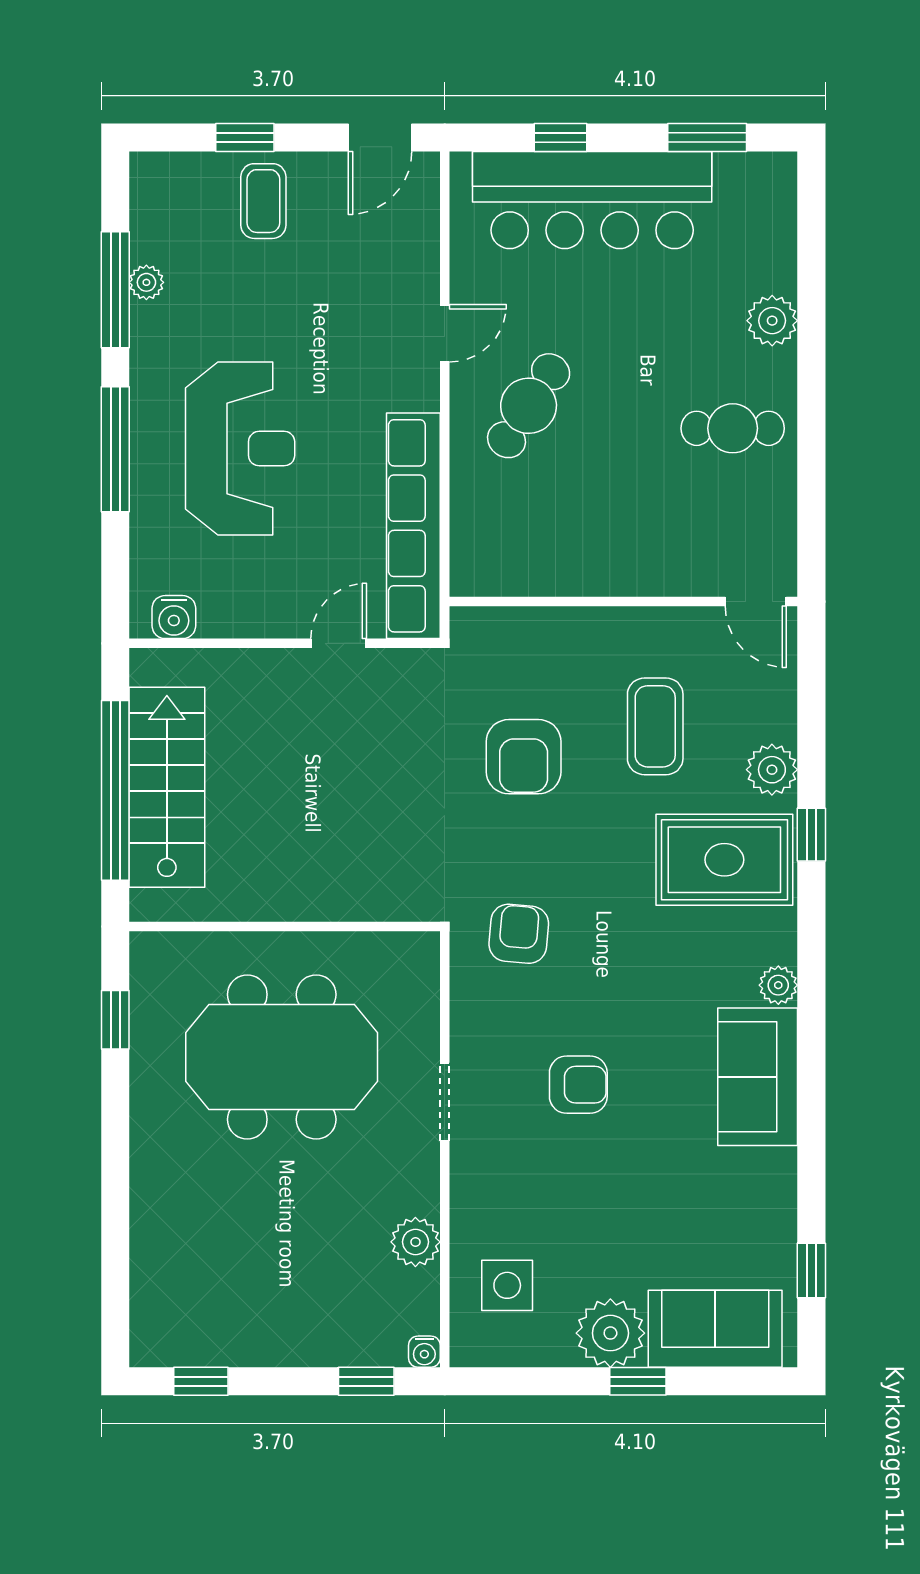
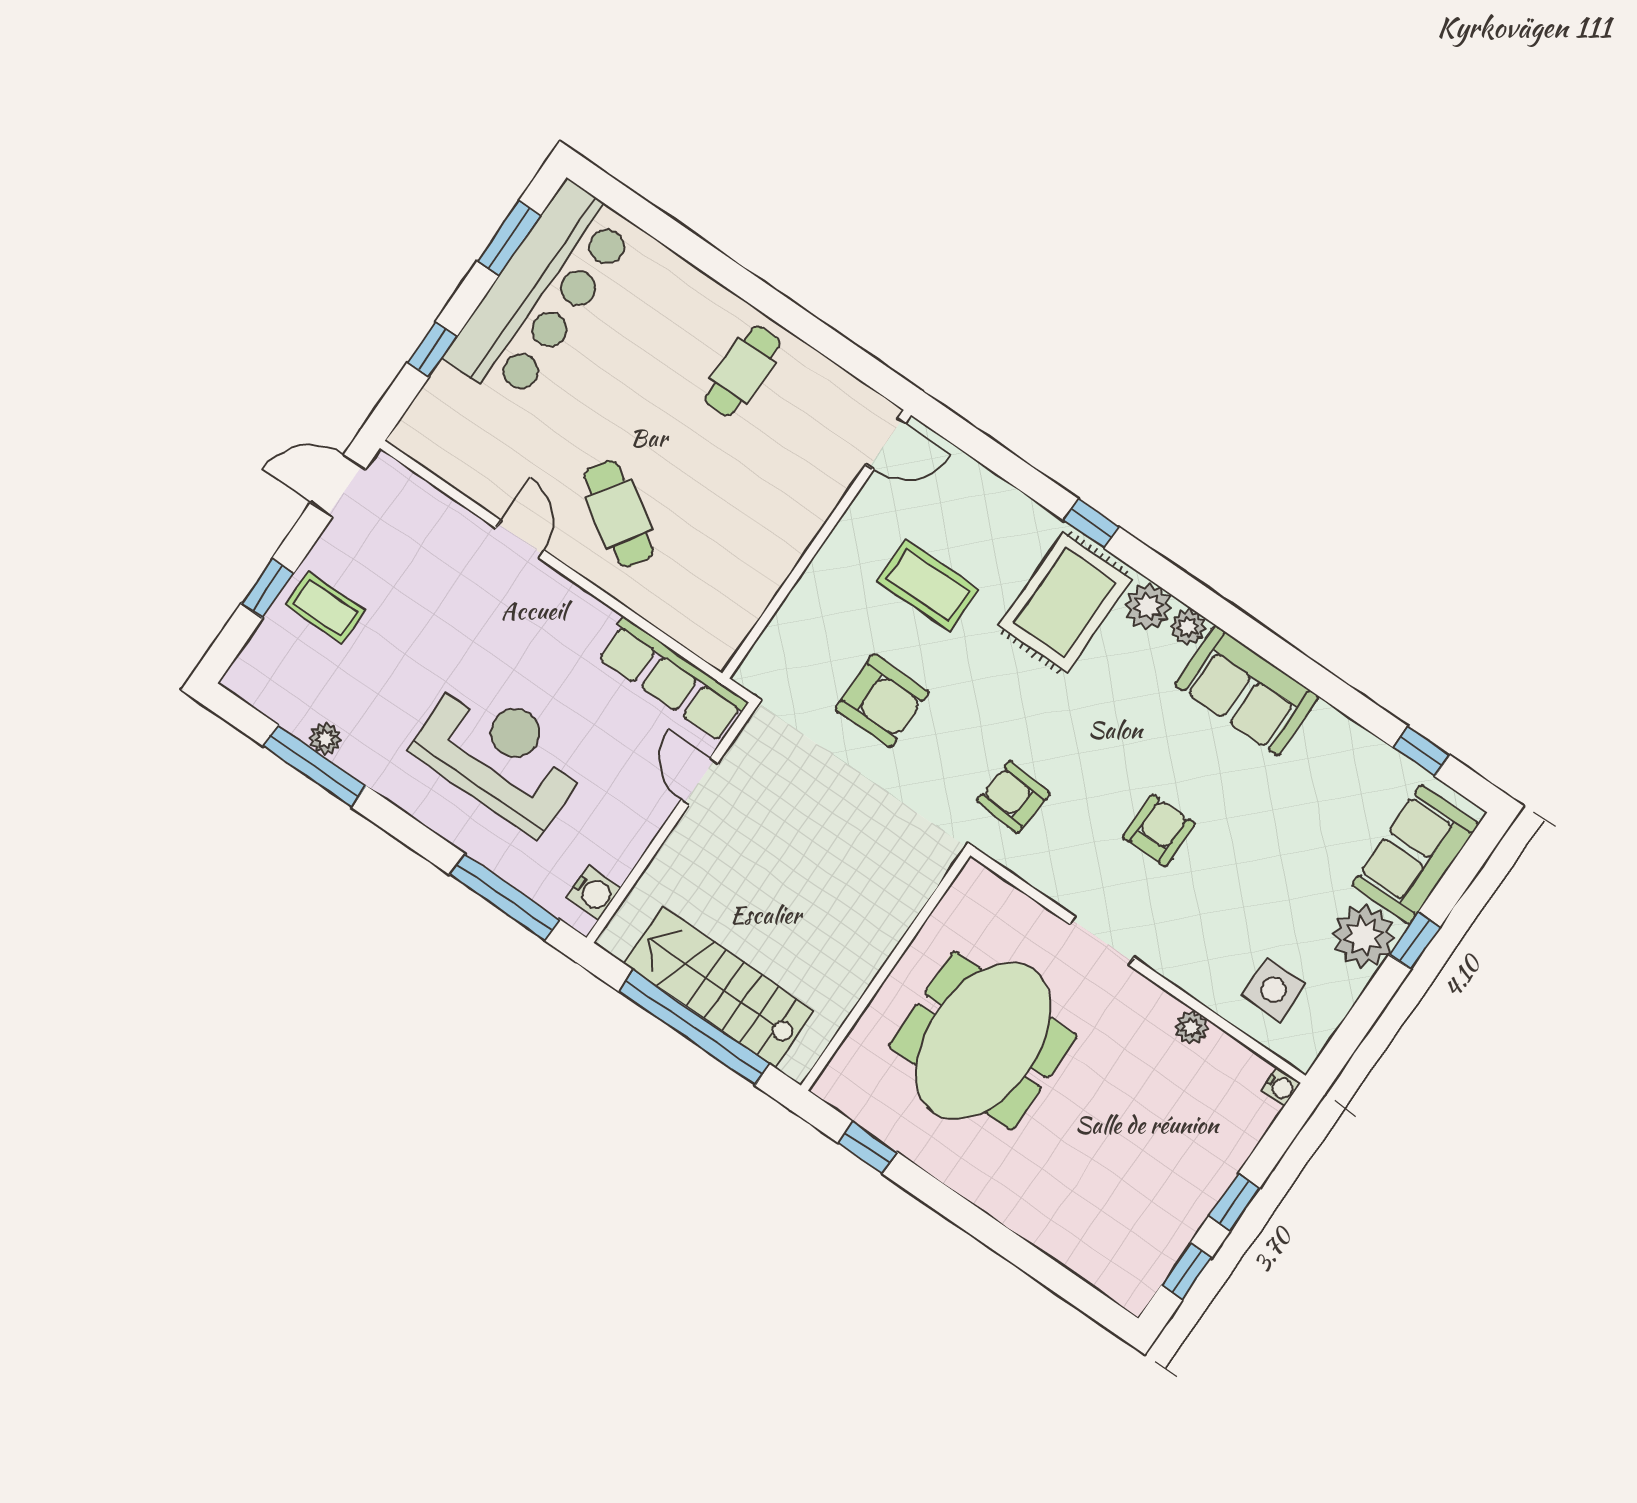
door: (380, 137) -> (338, 486), swing flipped
bar counter: (592, 200) -> (541, 293), moved
plant: (772, 321) -> (681, 285), removed
window: (115, 449) -> (505, 897), moved
row of seats: (413, 526) -> (672, 679), width x0.73
plant: (772, 770) -> (1148, 607), moved
plant: (415, 1242) -> (1191, 1028), width x0.73, depth x0.73
window: (366, 1381) -> (1234, 1202), moved

